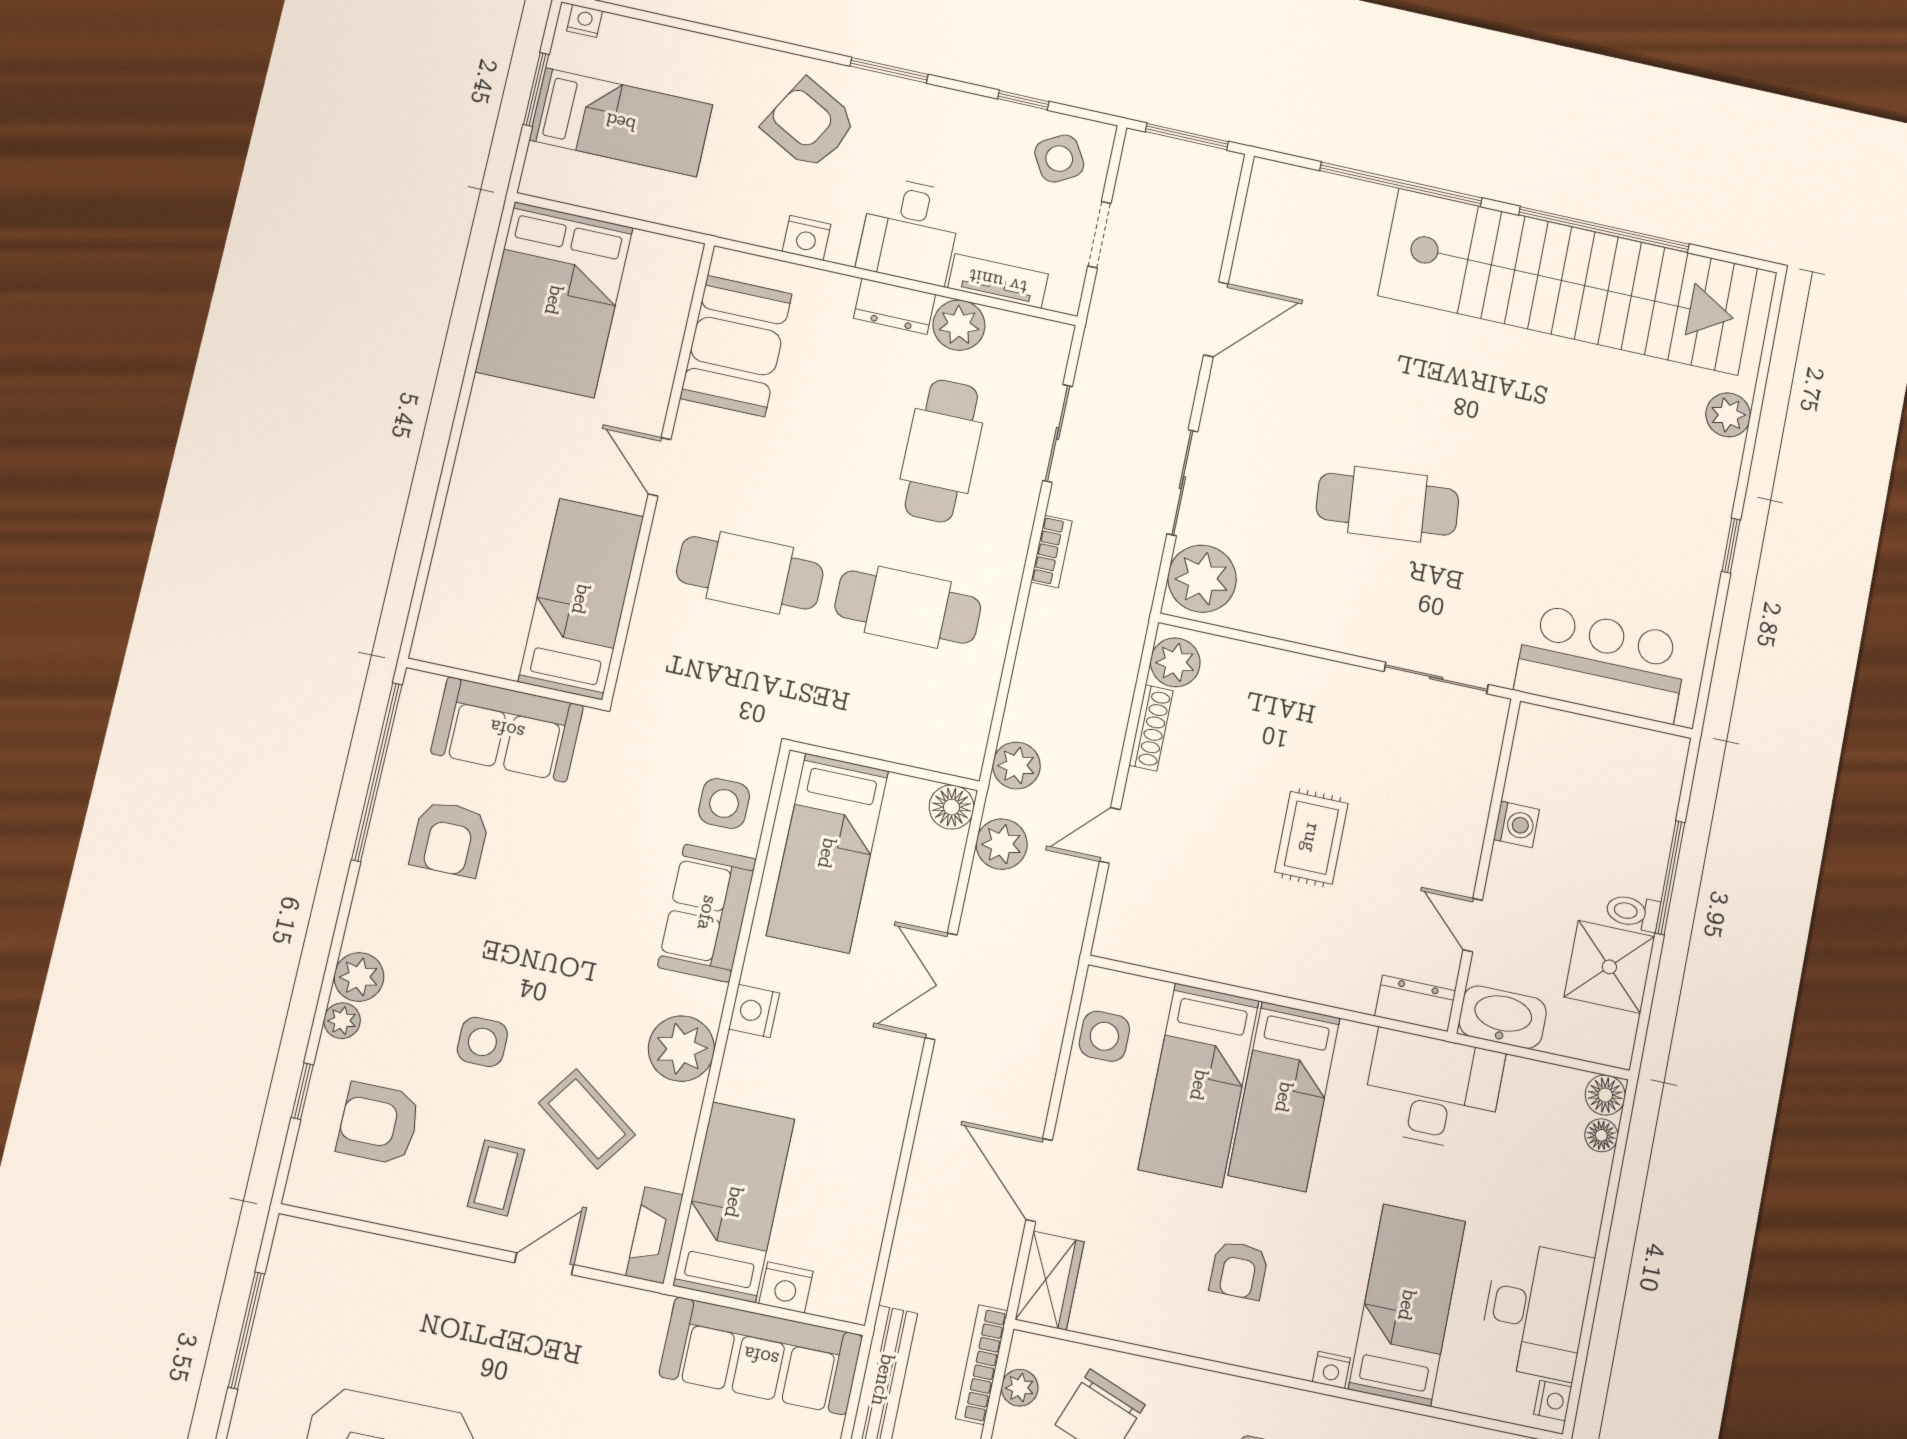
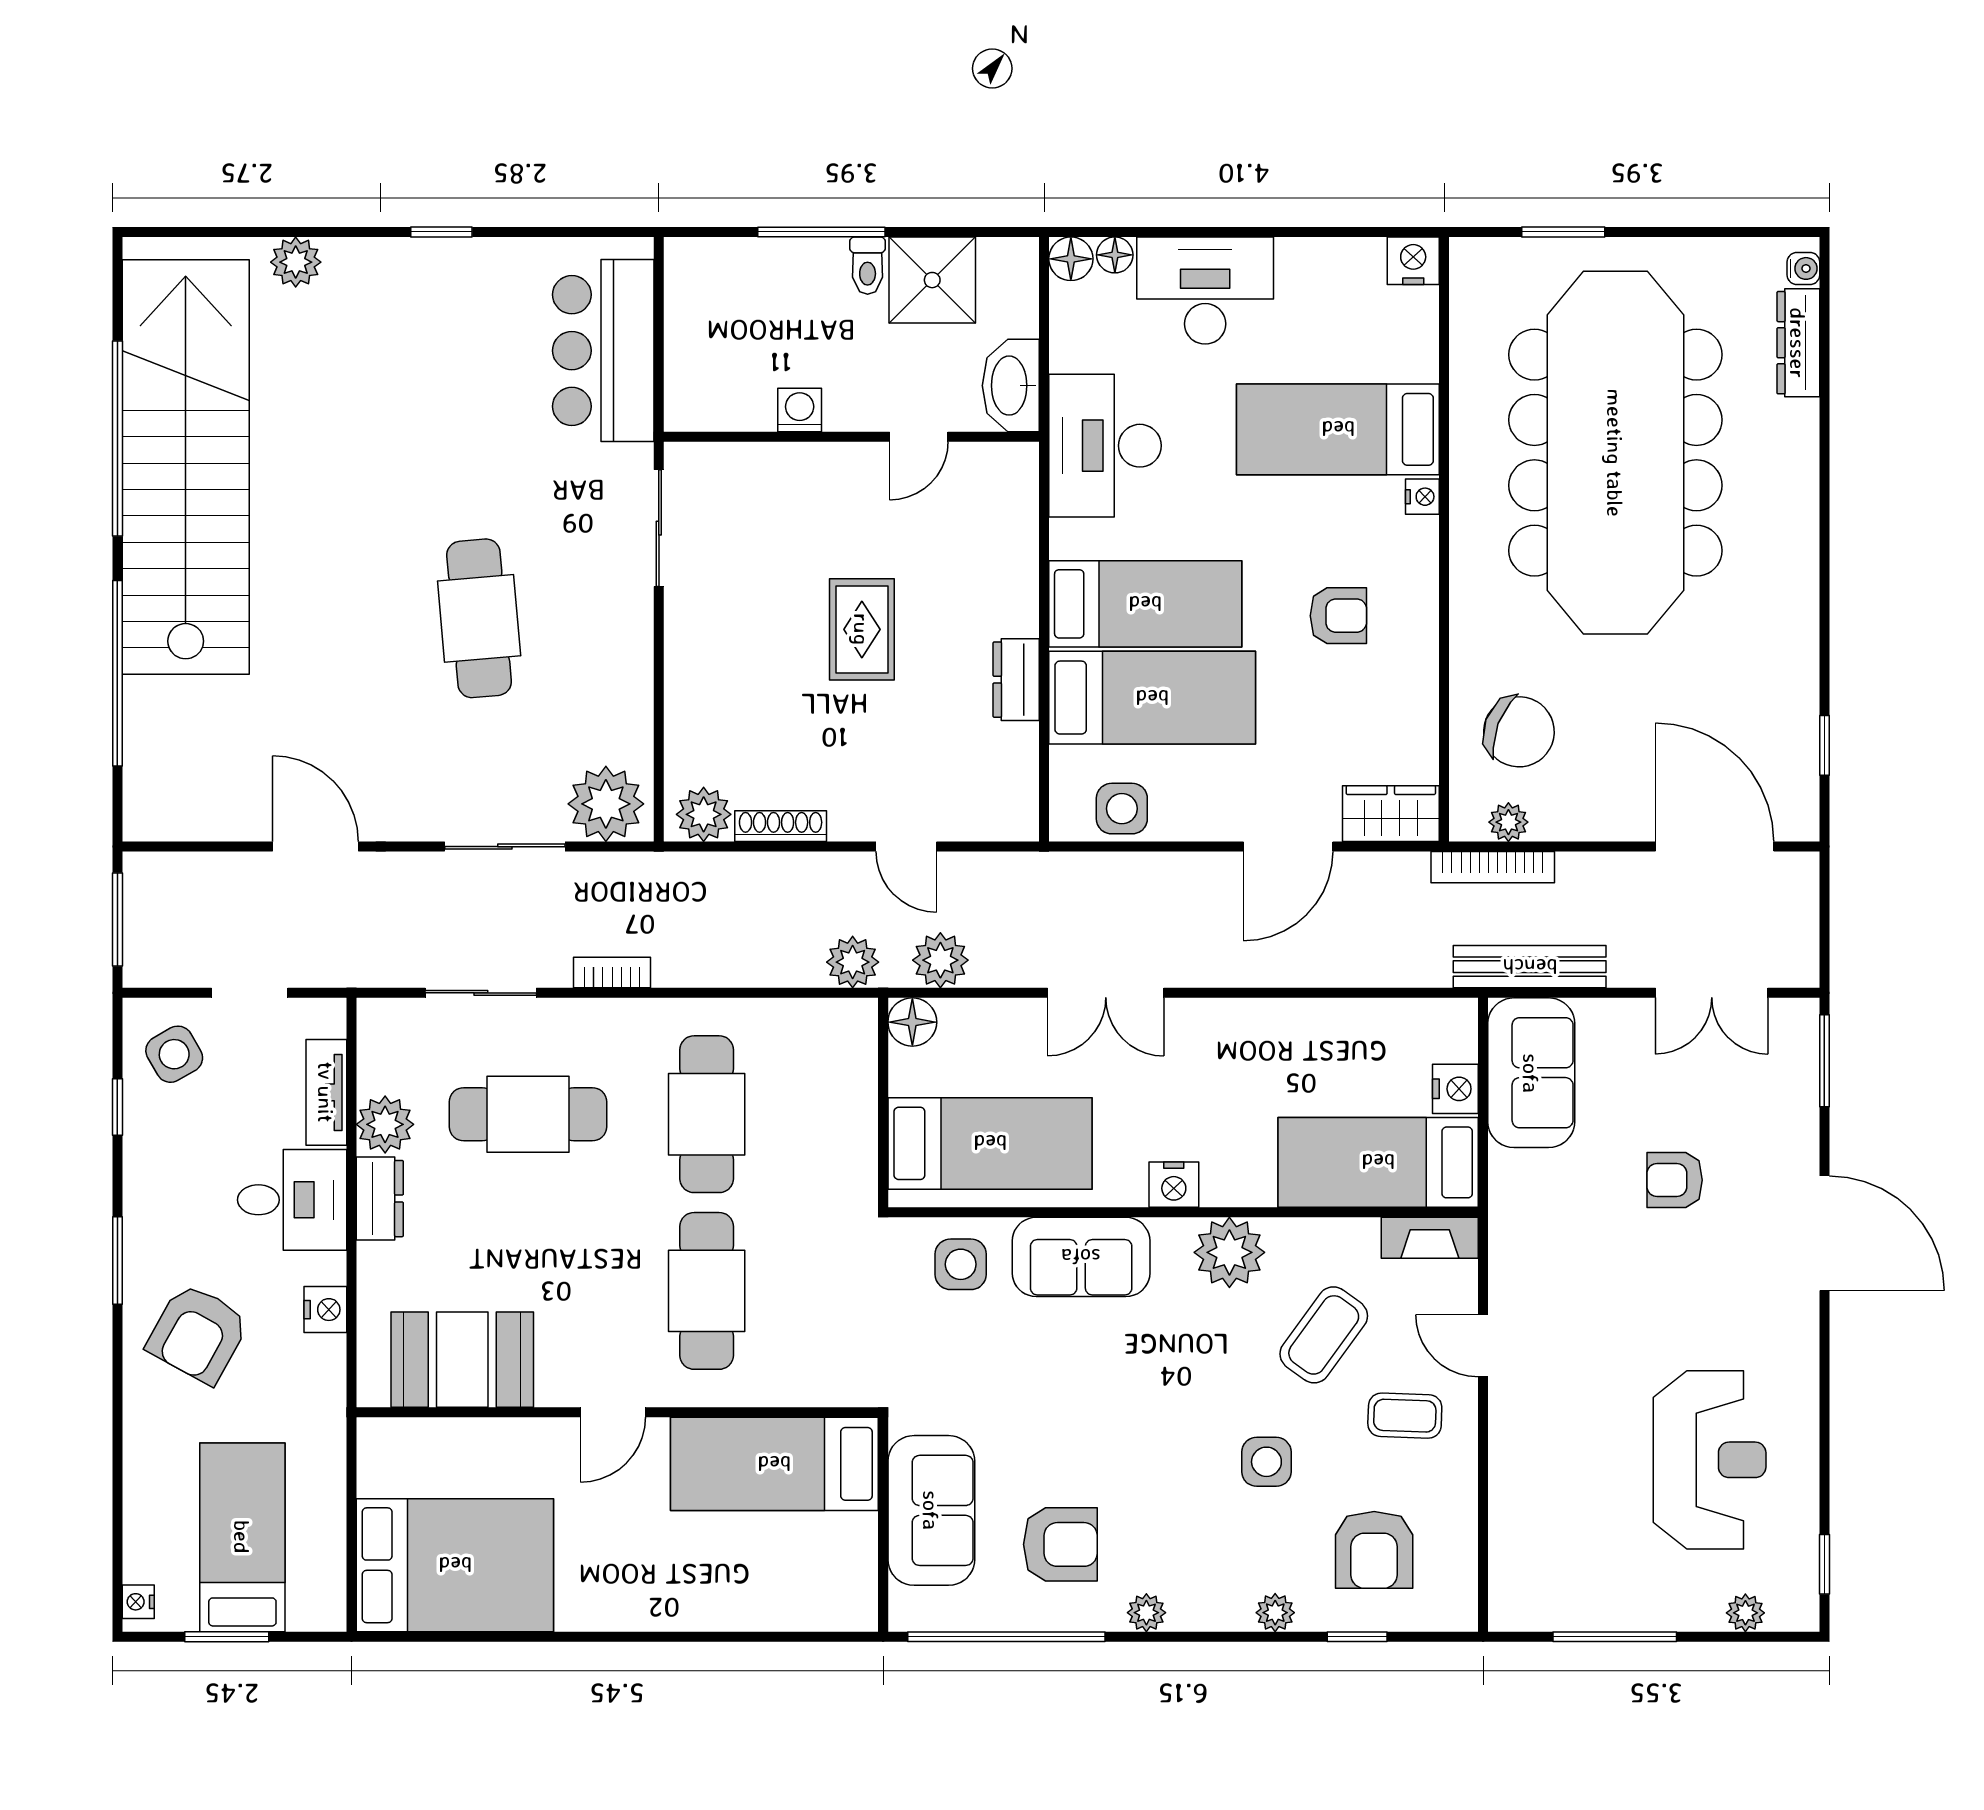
rug: (1311, 838) -> (862, 629), turned 90
plant: (359, 977) -> (1146, 1613), moved, width x0.73, depth x0.73
dresser: (1415, 1003) -> (1016, 680), moved
desk: (1536, 1310) -> (1205, 291), moved
sofa: (761, 1356) -> (1531, 1073), width x0.73
nightstand: (1553, 1401) -> (1413, 261), width x1.39, depth x1.35

